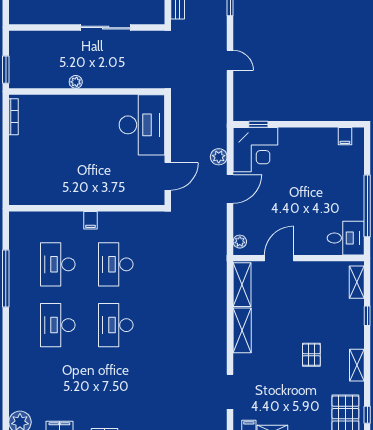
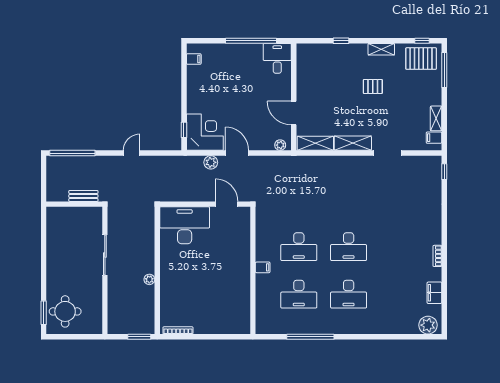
shelving: (357, 282) -> (313, 49), removed
doorway: (230, 392) -> (387, 153), moved

